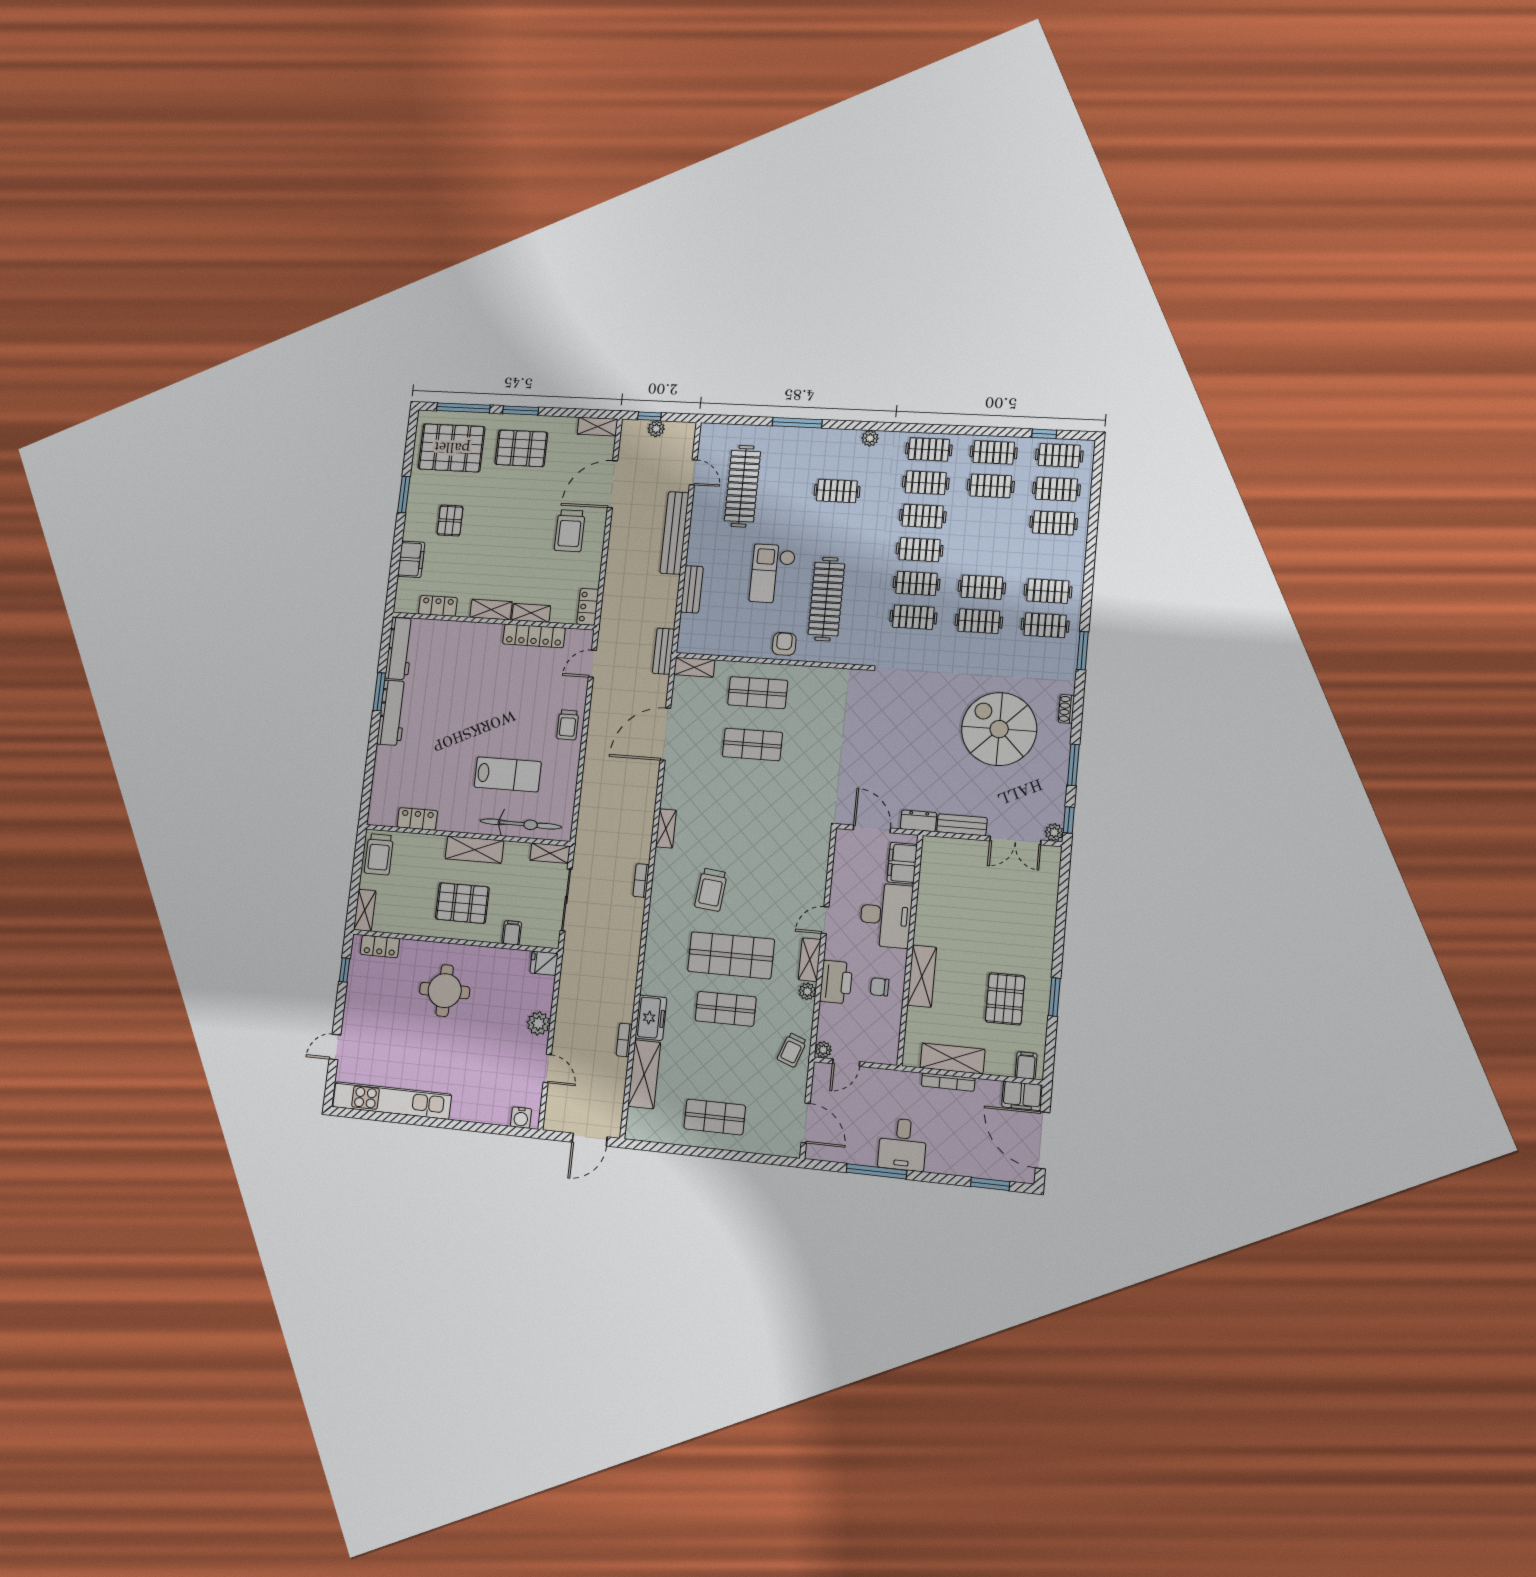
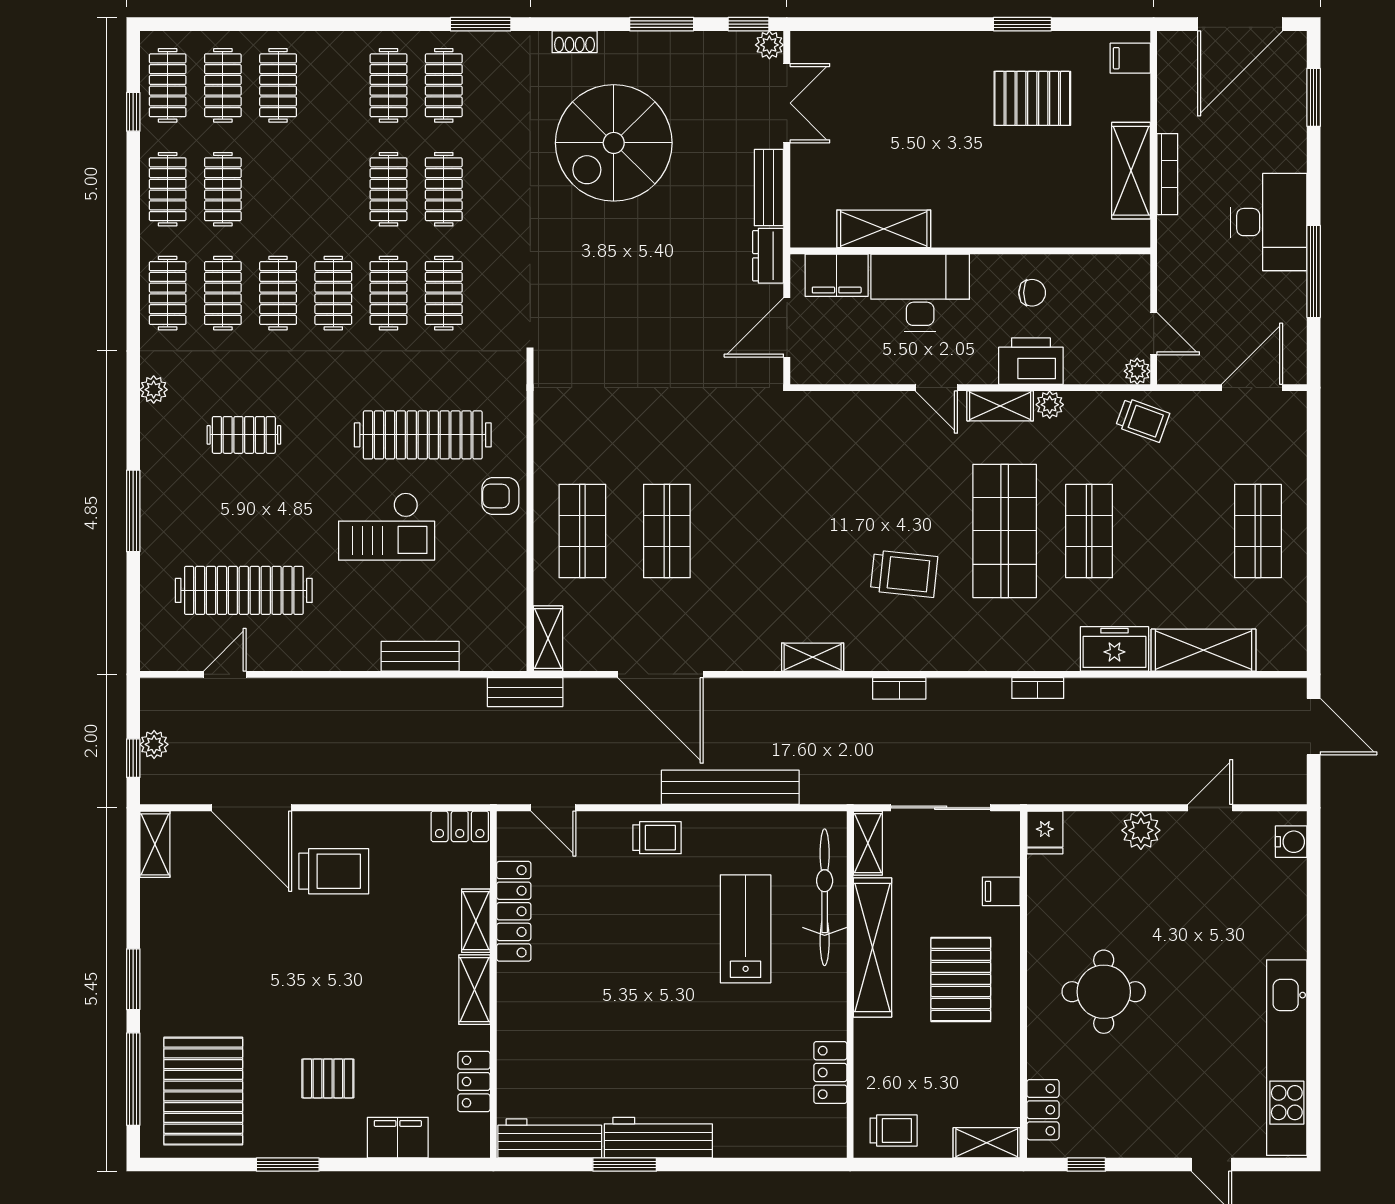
pallet: (521, 448) -> (198, 970), removed
clothes rail: (837, 491) -> (244, 435), turned 90
bench: (675, 533) -> (730, 787), moved
shelving: (474, 850) -> (872, 947), width x1.47
trolley: (379, 854) -> (894, 1130), width x0.73, depth x0.72
shelving: (922, 976) -> (884, 229), moved
chair: (880, 987) -> (1032, 293), turned -90
bookcase: (624, 1040) -> (1038, 688), moved
filing cabinet: (1022, 1096) -> (1177, 60), removed
desk: (903, 1144) -> (1269, 222), width x1.37

